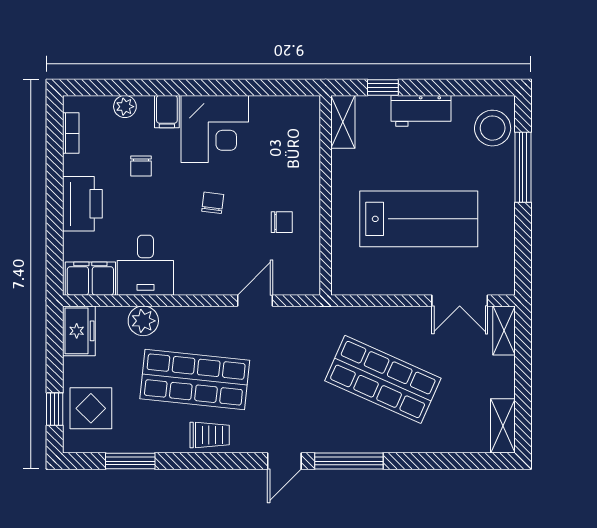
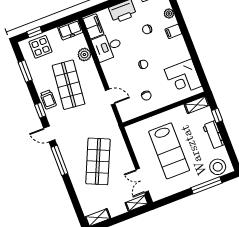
corner desk: (215, 129) -> (183, 78), moved
window: (226, 461) -> (40, 110), added

